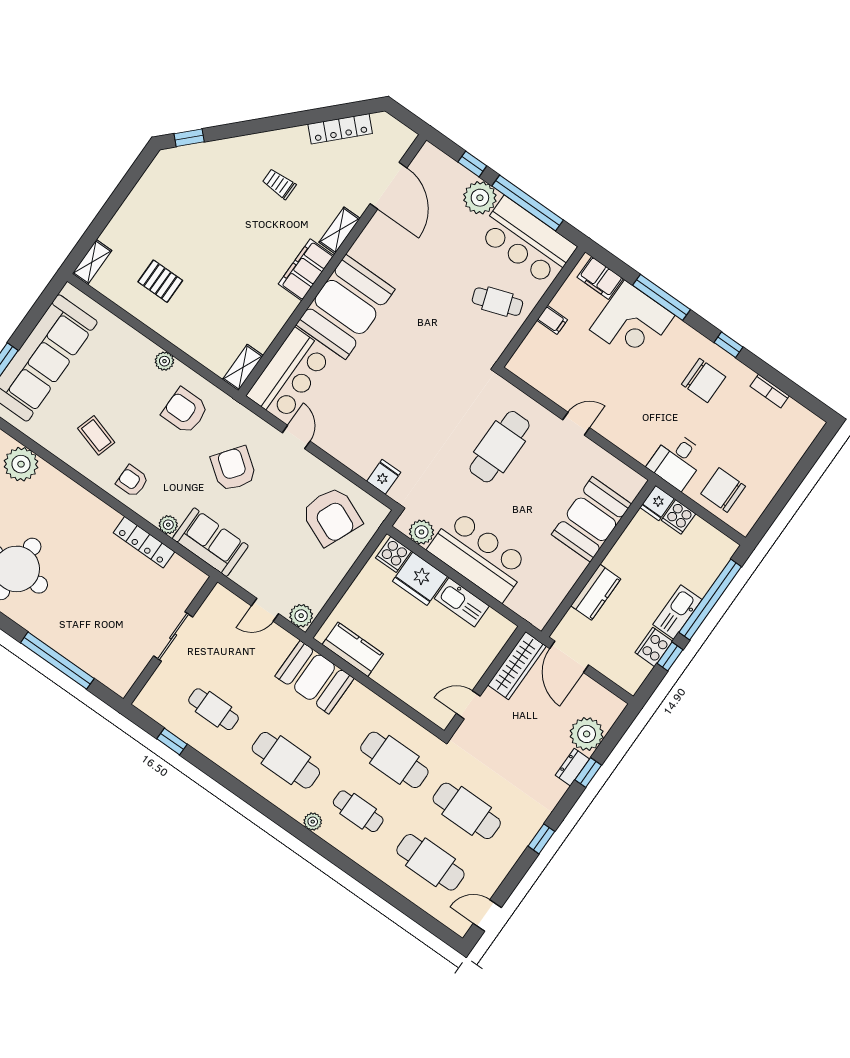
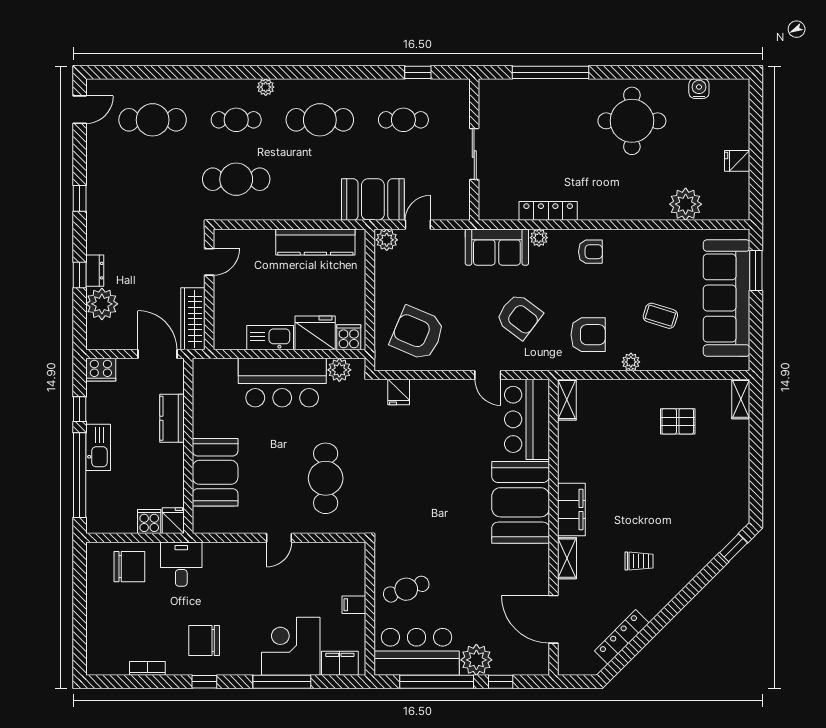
coffee table: (96, 435) -> (660, 316), moved
cooker: (654, 647) -> (101, 370), moved, turned 90
kitchen counter: (353, 649) -> (315, 242), width x1.50
booth: (315, 677) -> (373, 200), moved
cafe table: (467, 811) -> (153, 179), removed

